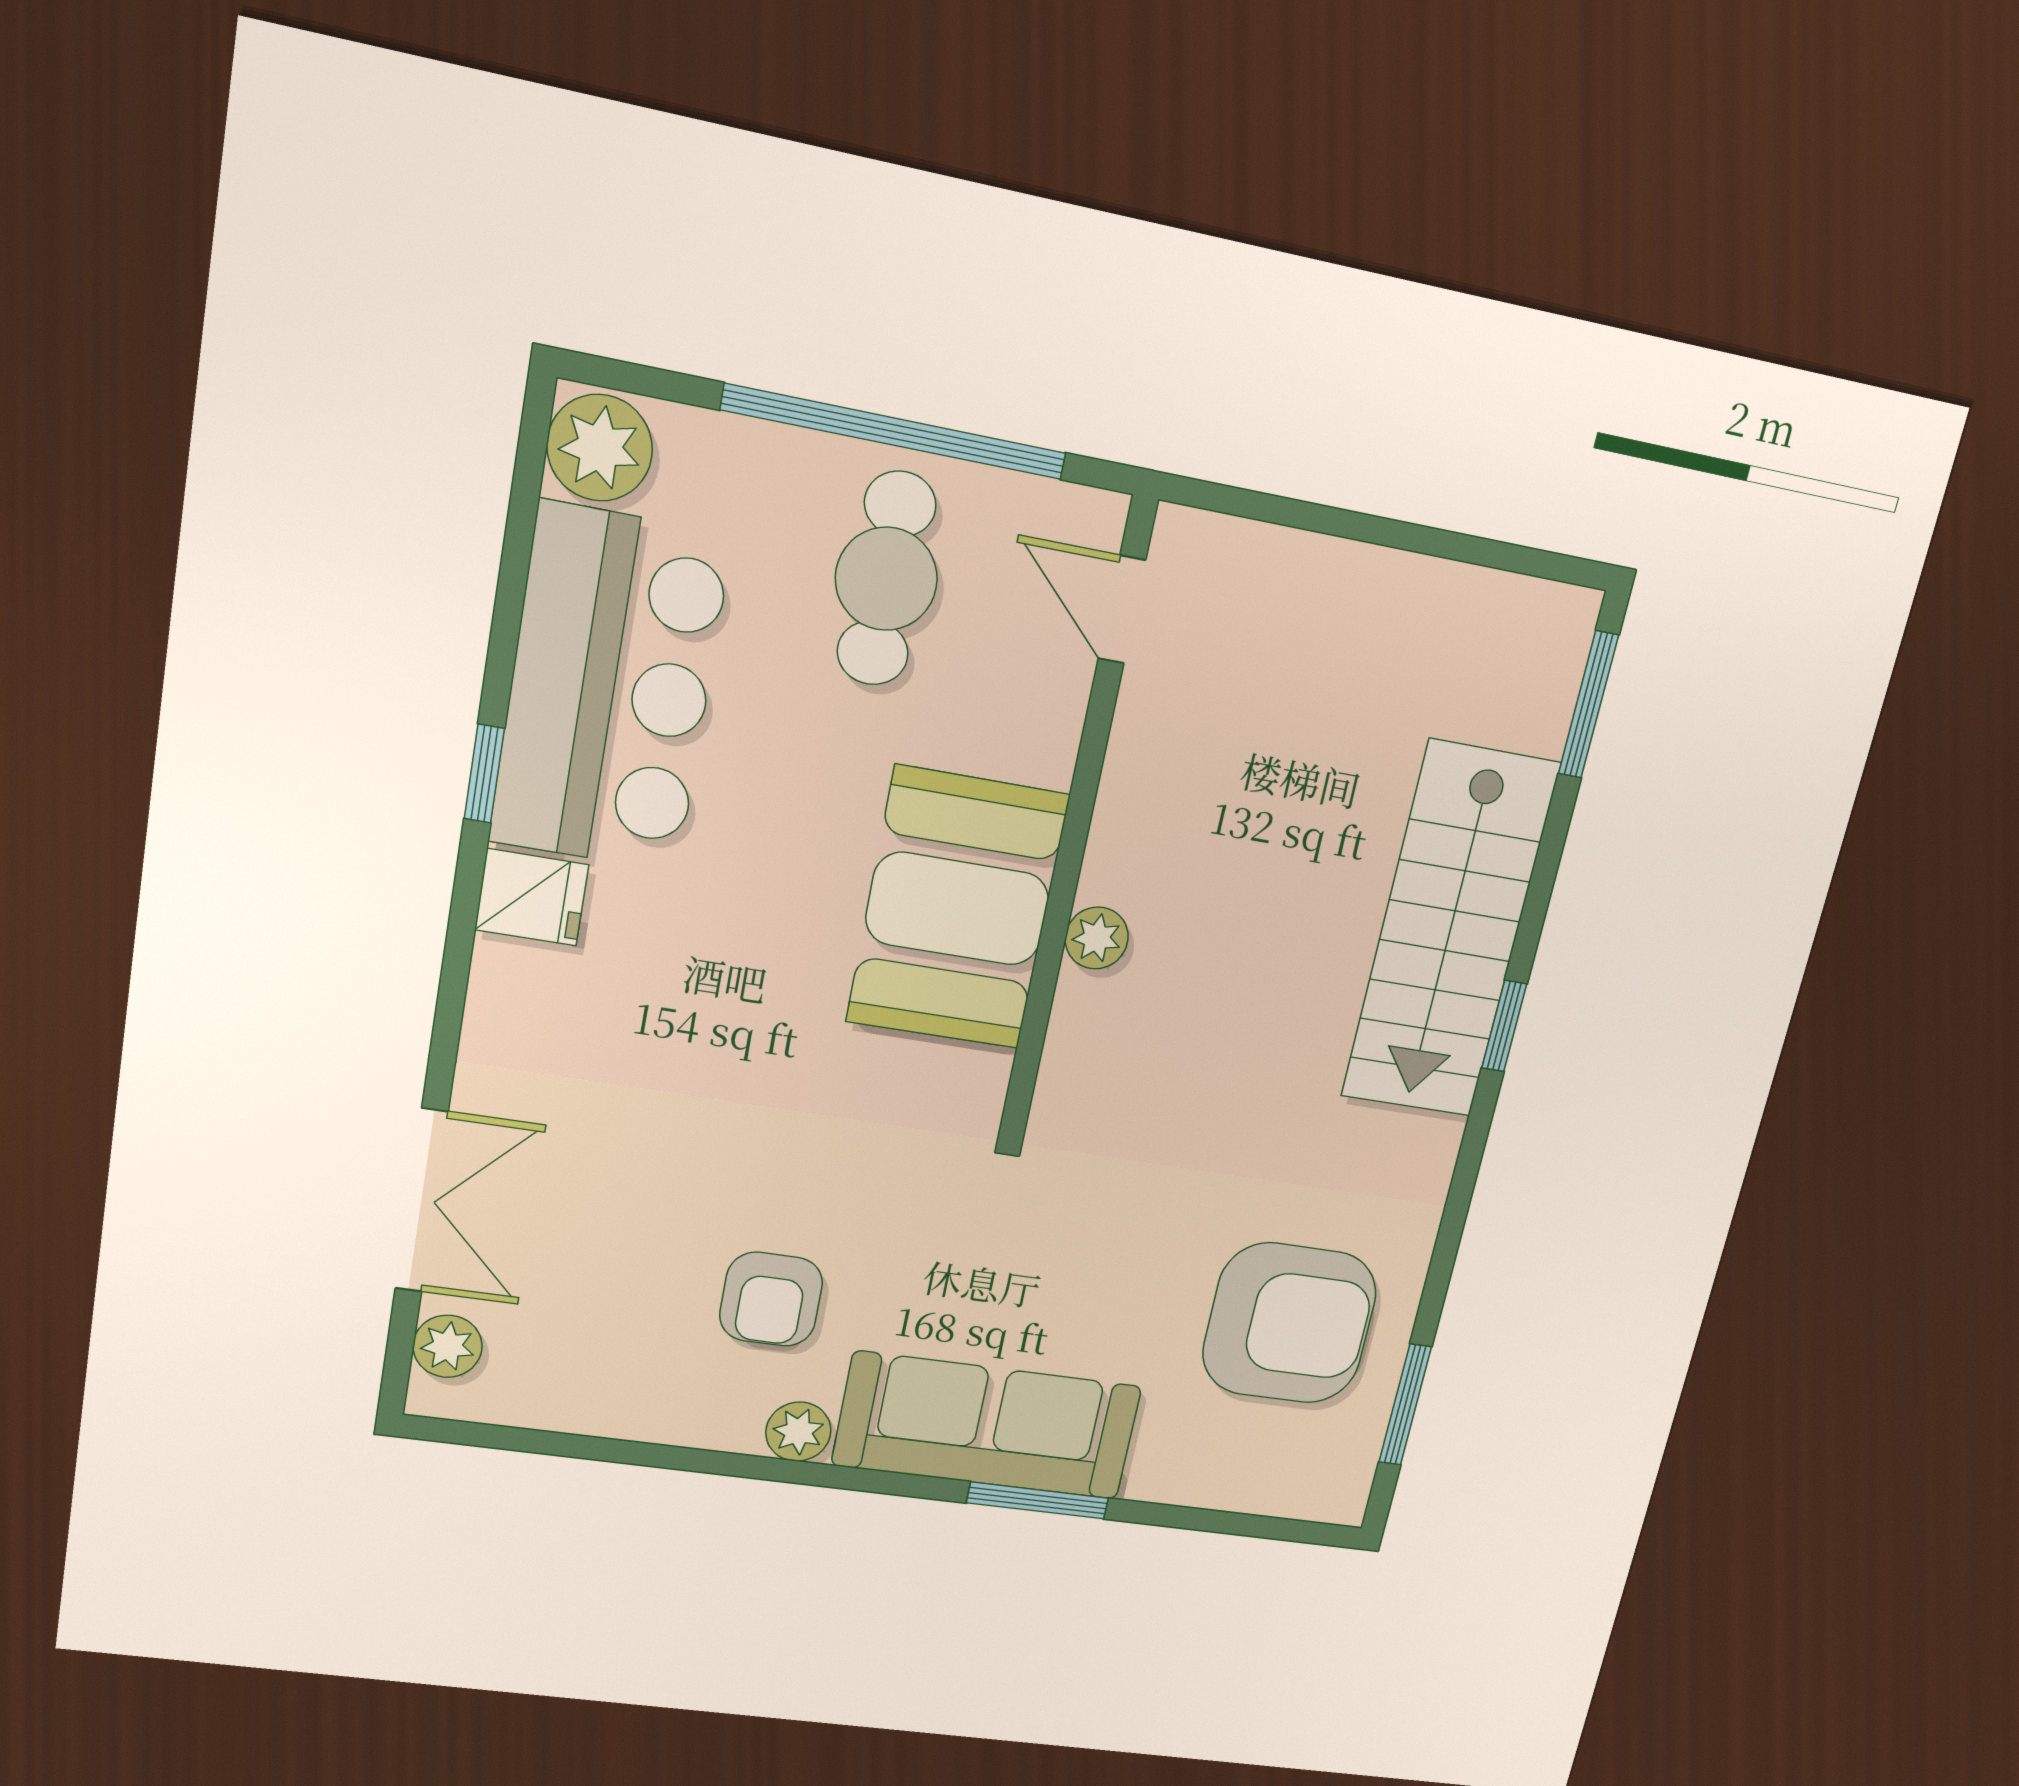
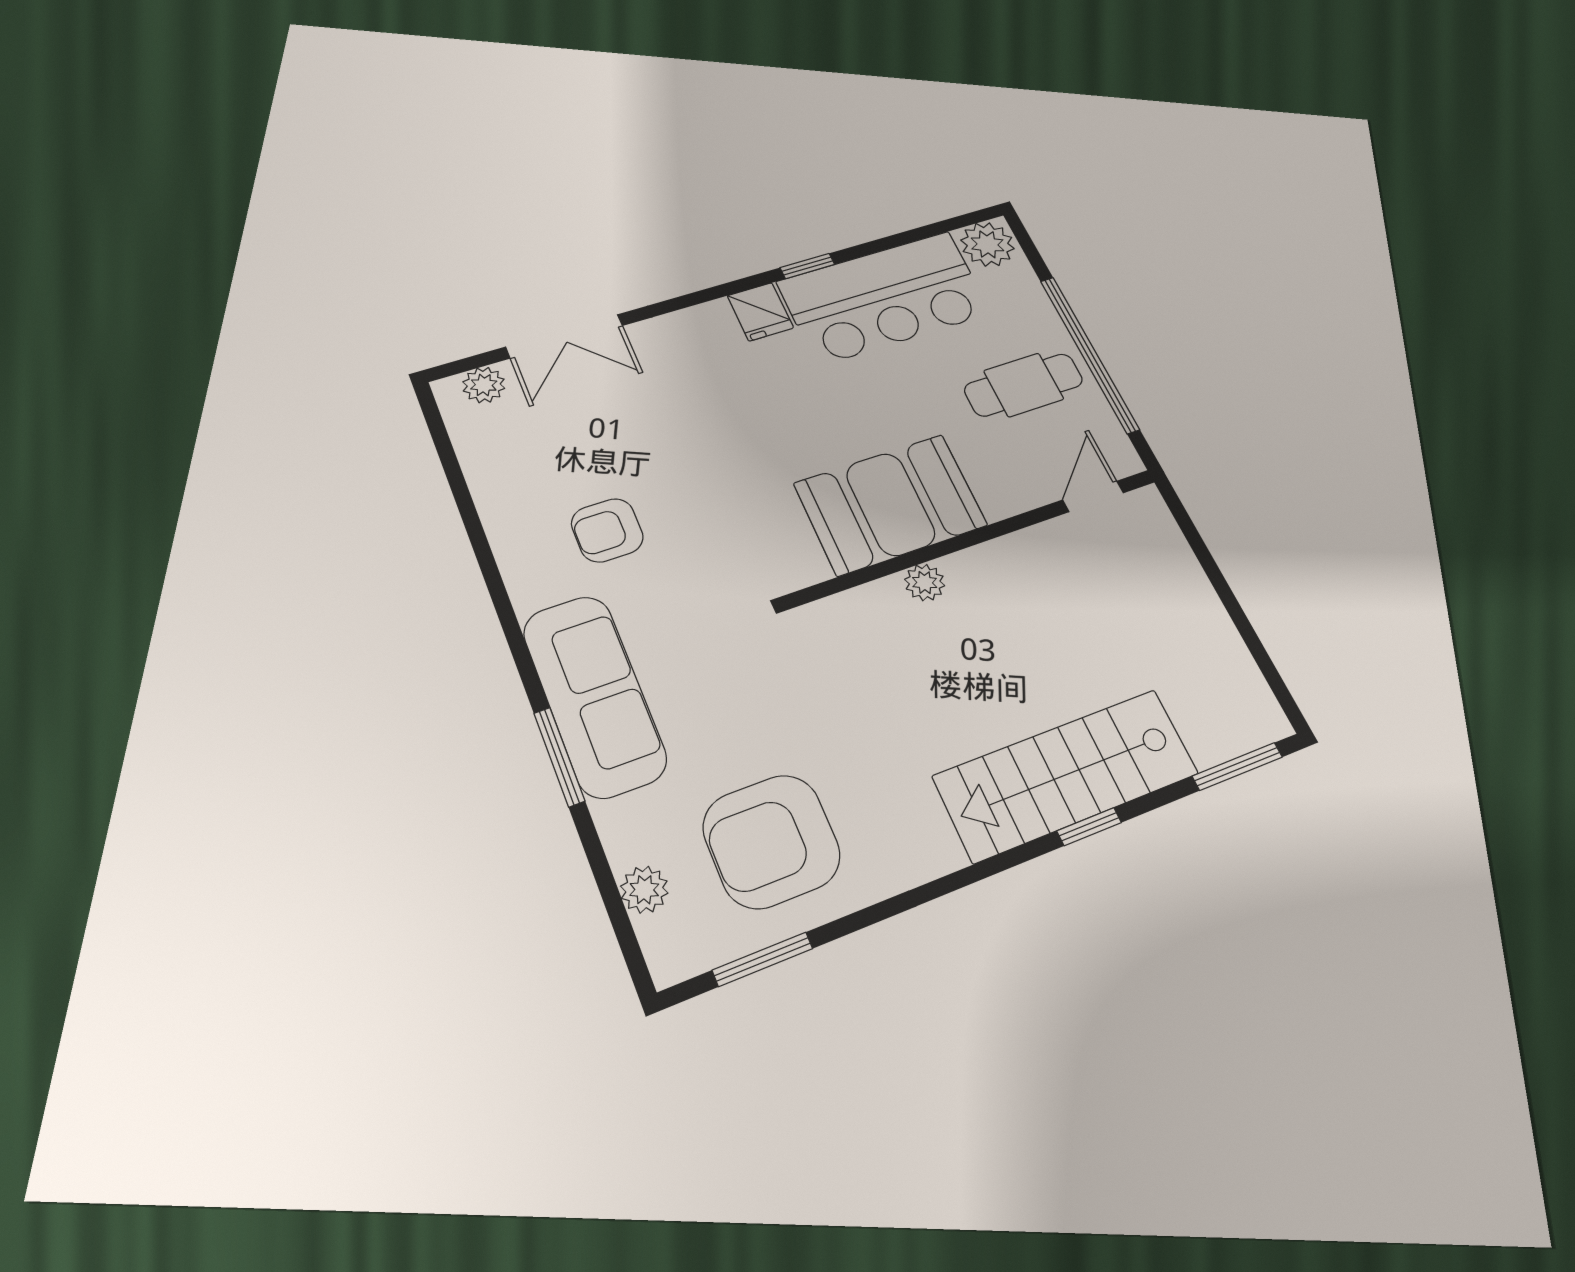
window: (1504, 1026) -> (1089, 827), moved
armchair: (1289, 1323) -> (771, 841), turned 90
plant: (798, 1432) -> (644, 890), moved

